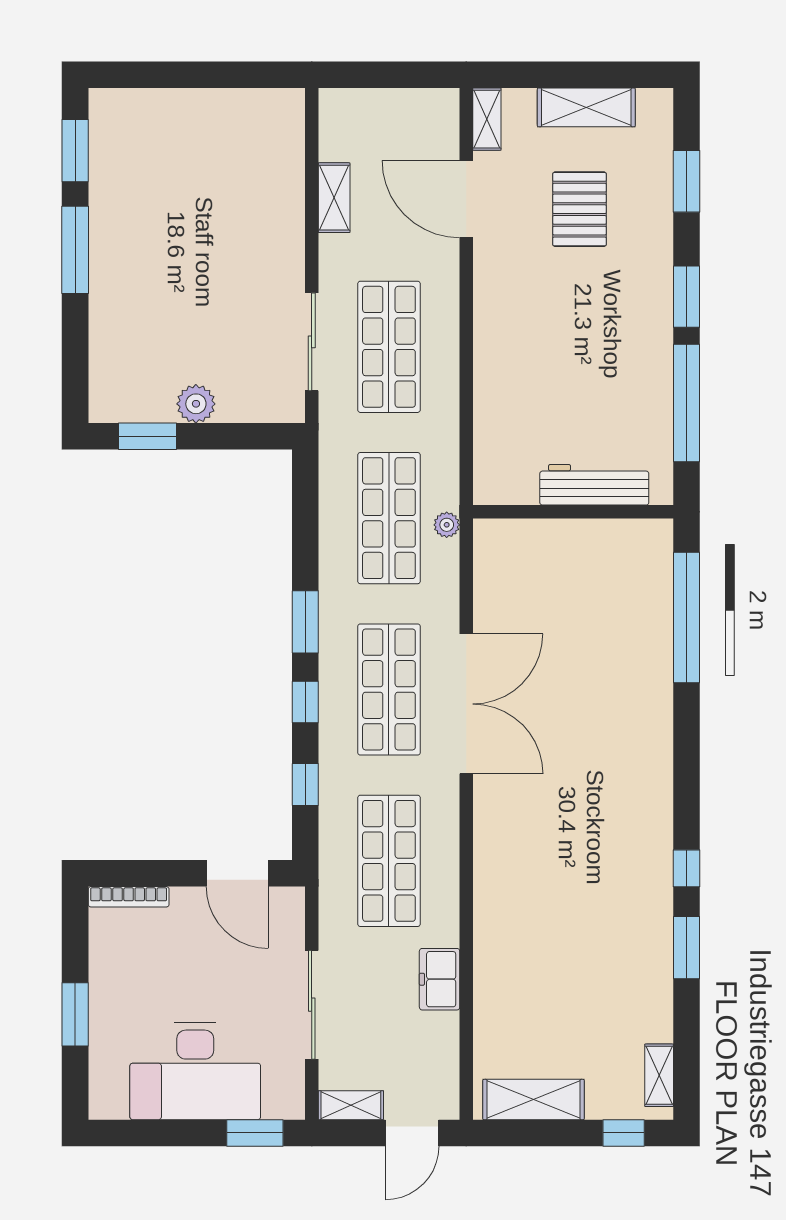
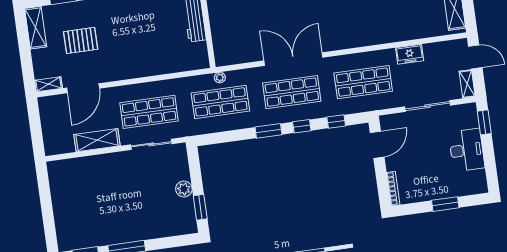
shelving: (586, 107) -> (36, 28), moved
shelving: (334, 198) -> (97, 140), width x1.50, depth x1.33
desk: (195, 1071) -> (467, 150), width x0.73, depth x0.77

